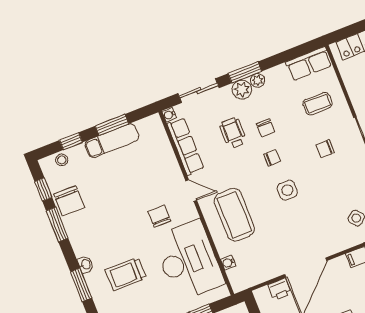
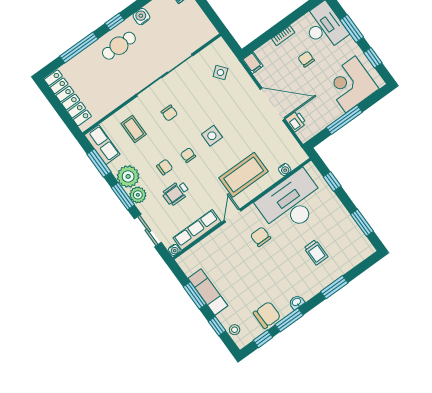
window: (289, 55) -> (99, 163), added
plant: (258, 80) -> (128, 176), width x1.87, depth x1.87
chair: (159, 216) -> (261, 237), turned 90
washbasin: (86, 264) -> (297, 302), moved
trolley: (126, 274) -> (316, 252), width x0.73, depth x0.72

